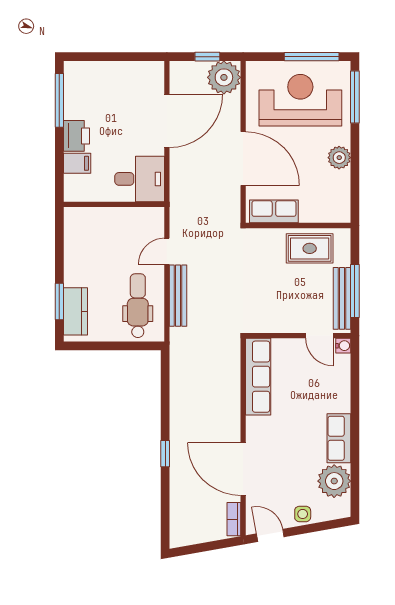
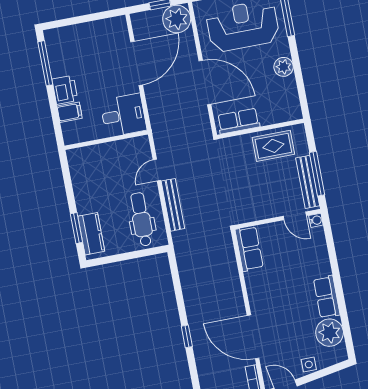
row of seats: (258, 377) -> (249, 249), width x0.68

